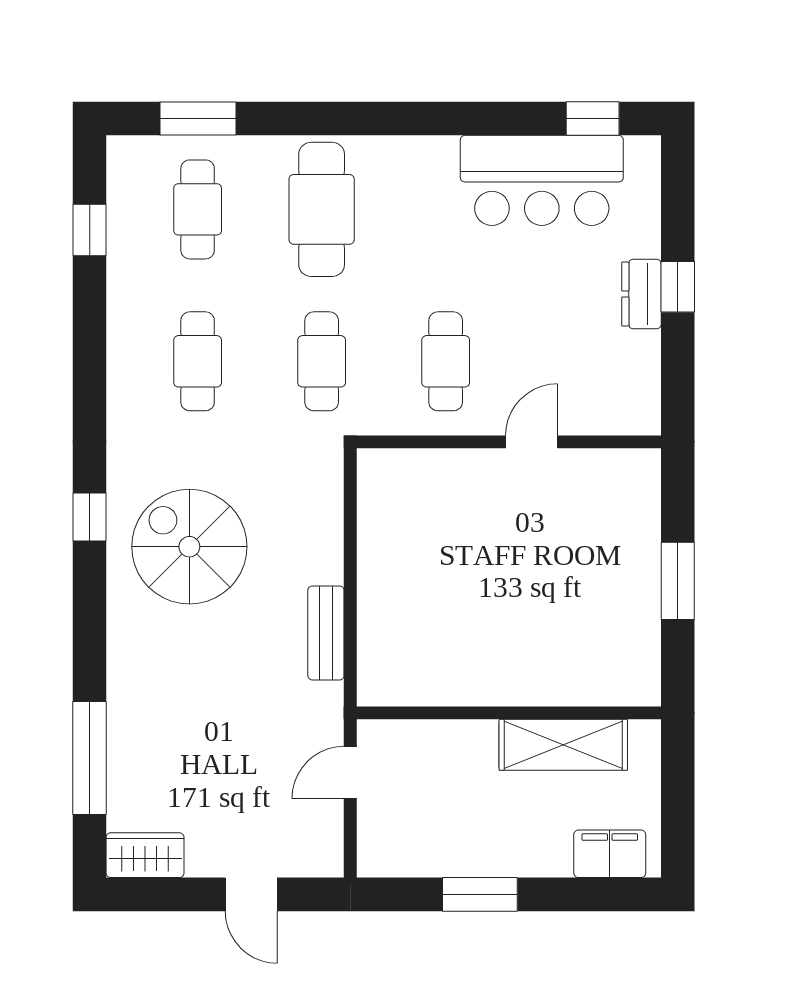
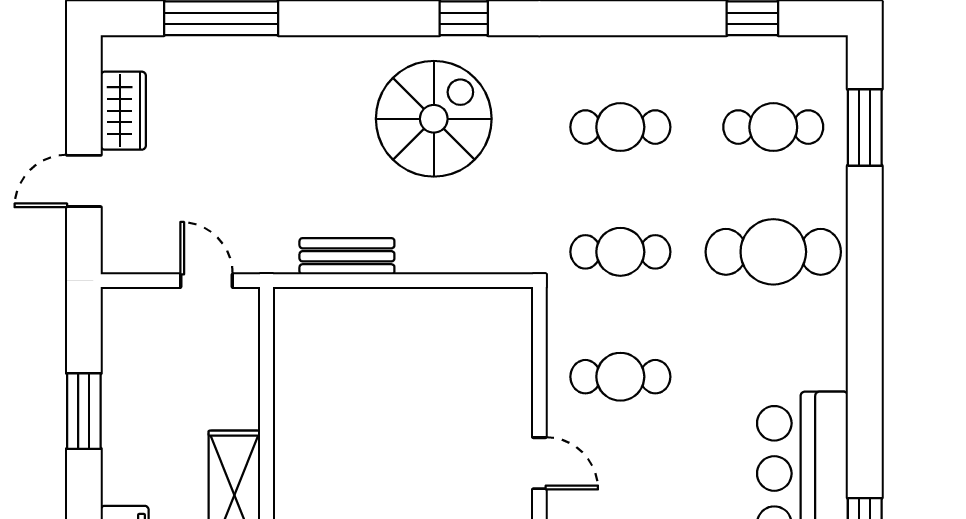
wardrobe: (145, 855) -> (123, 111), moved

